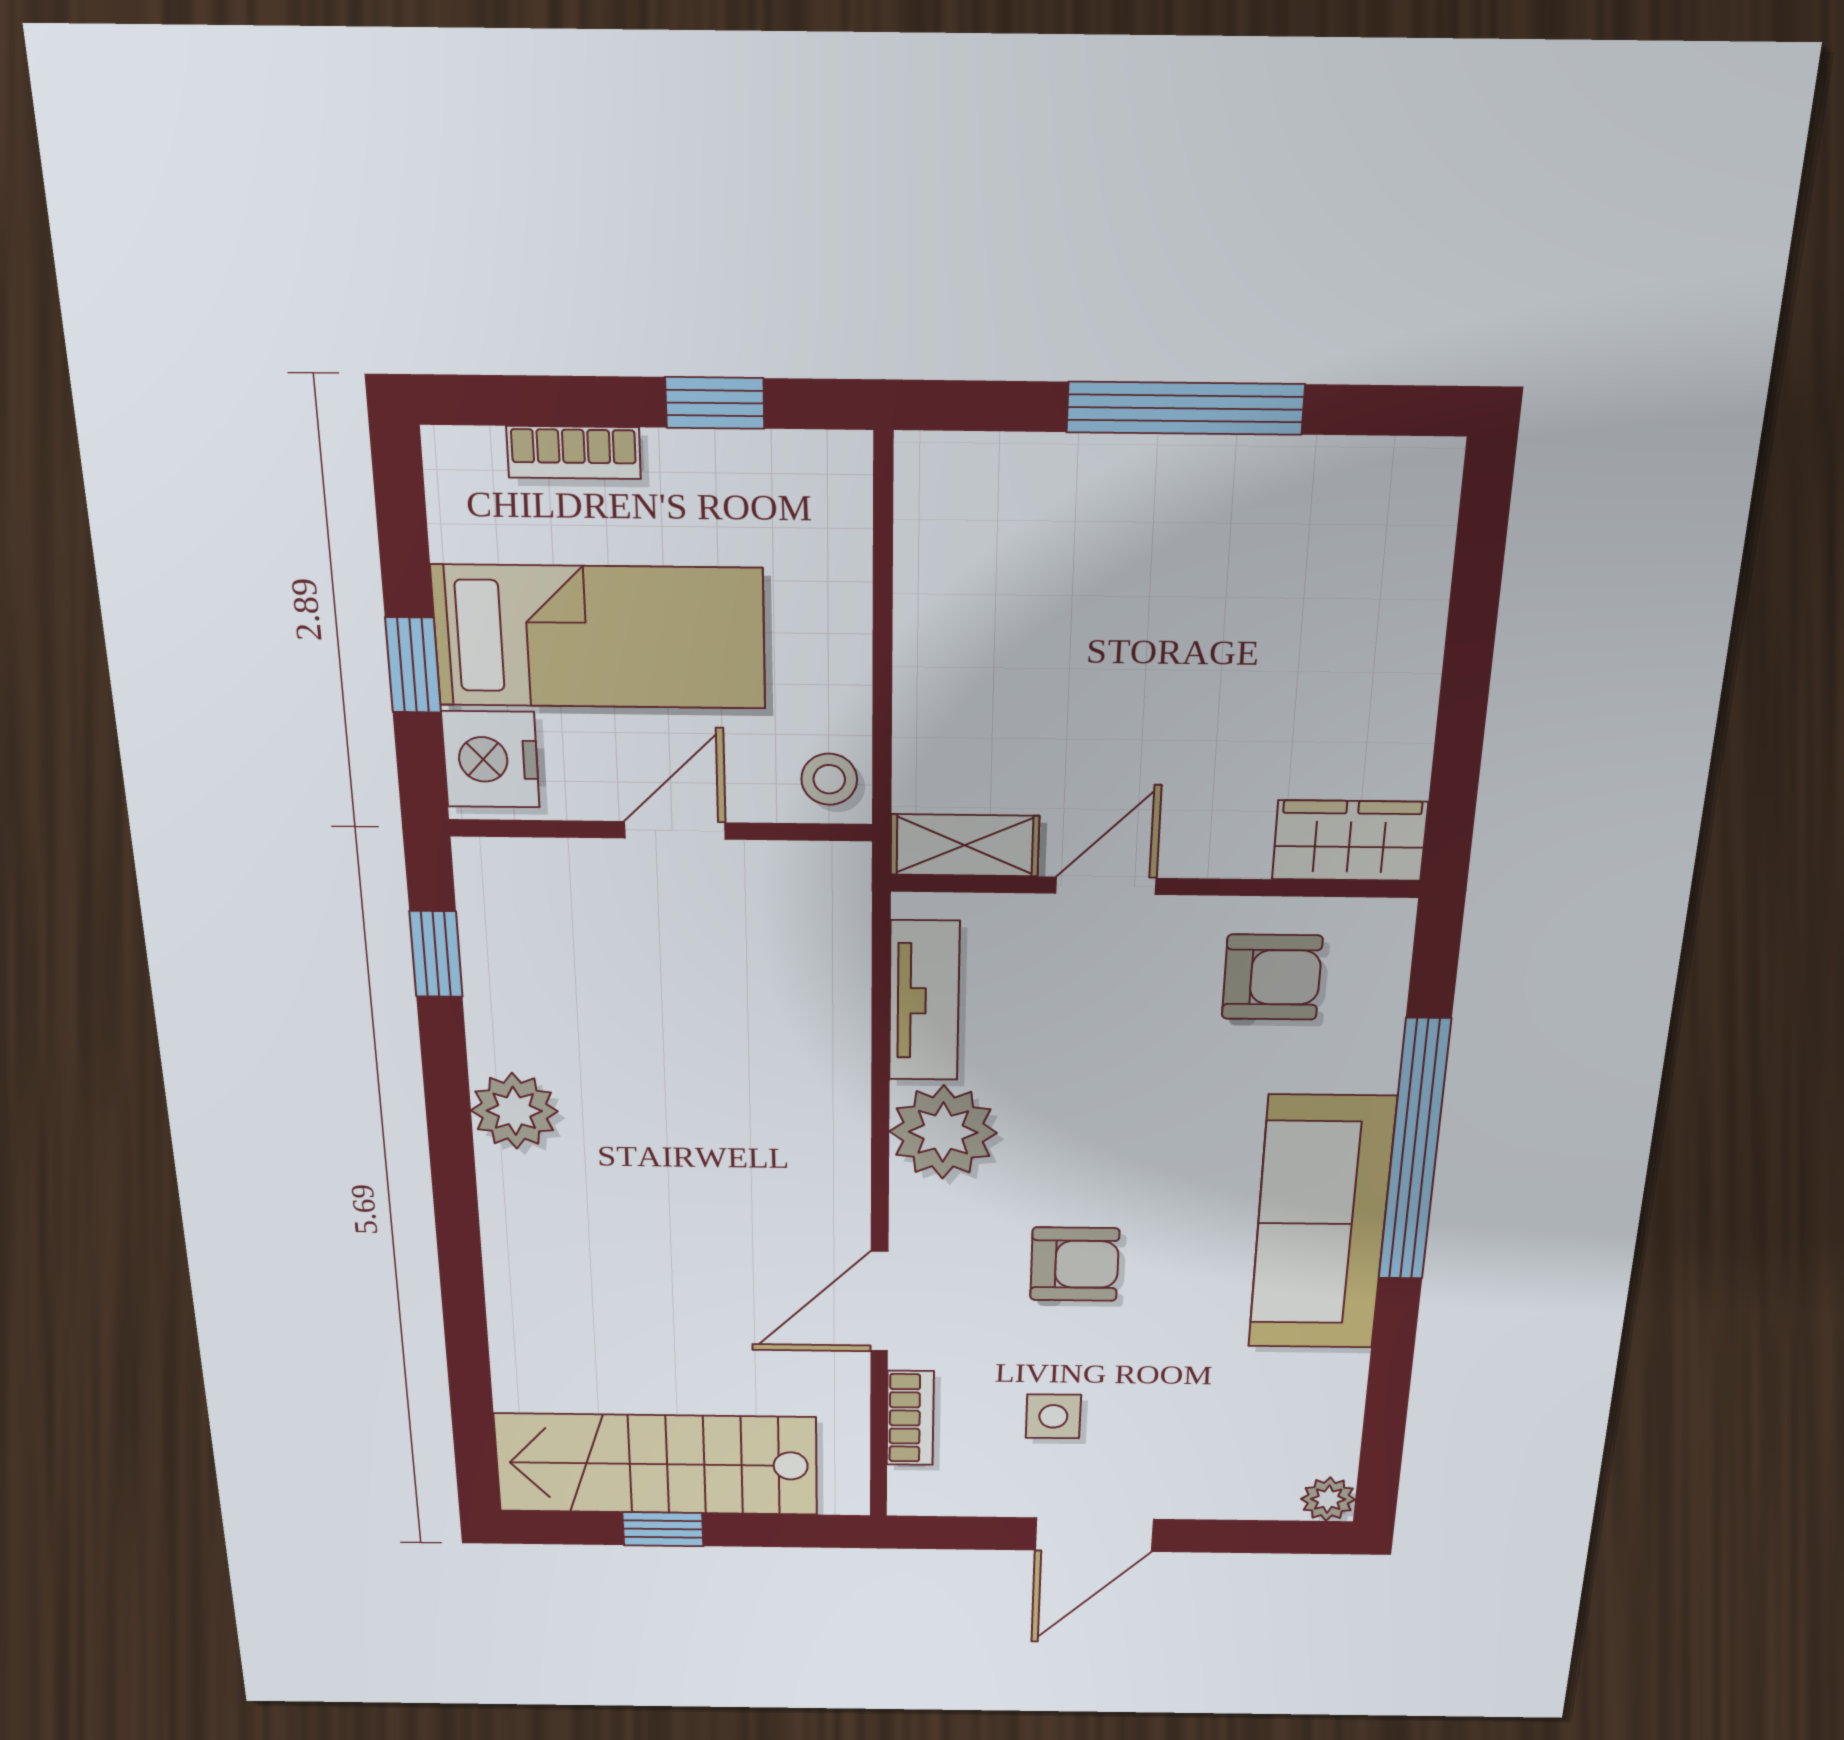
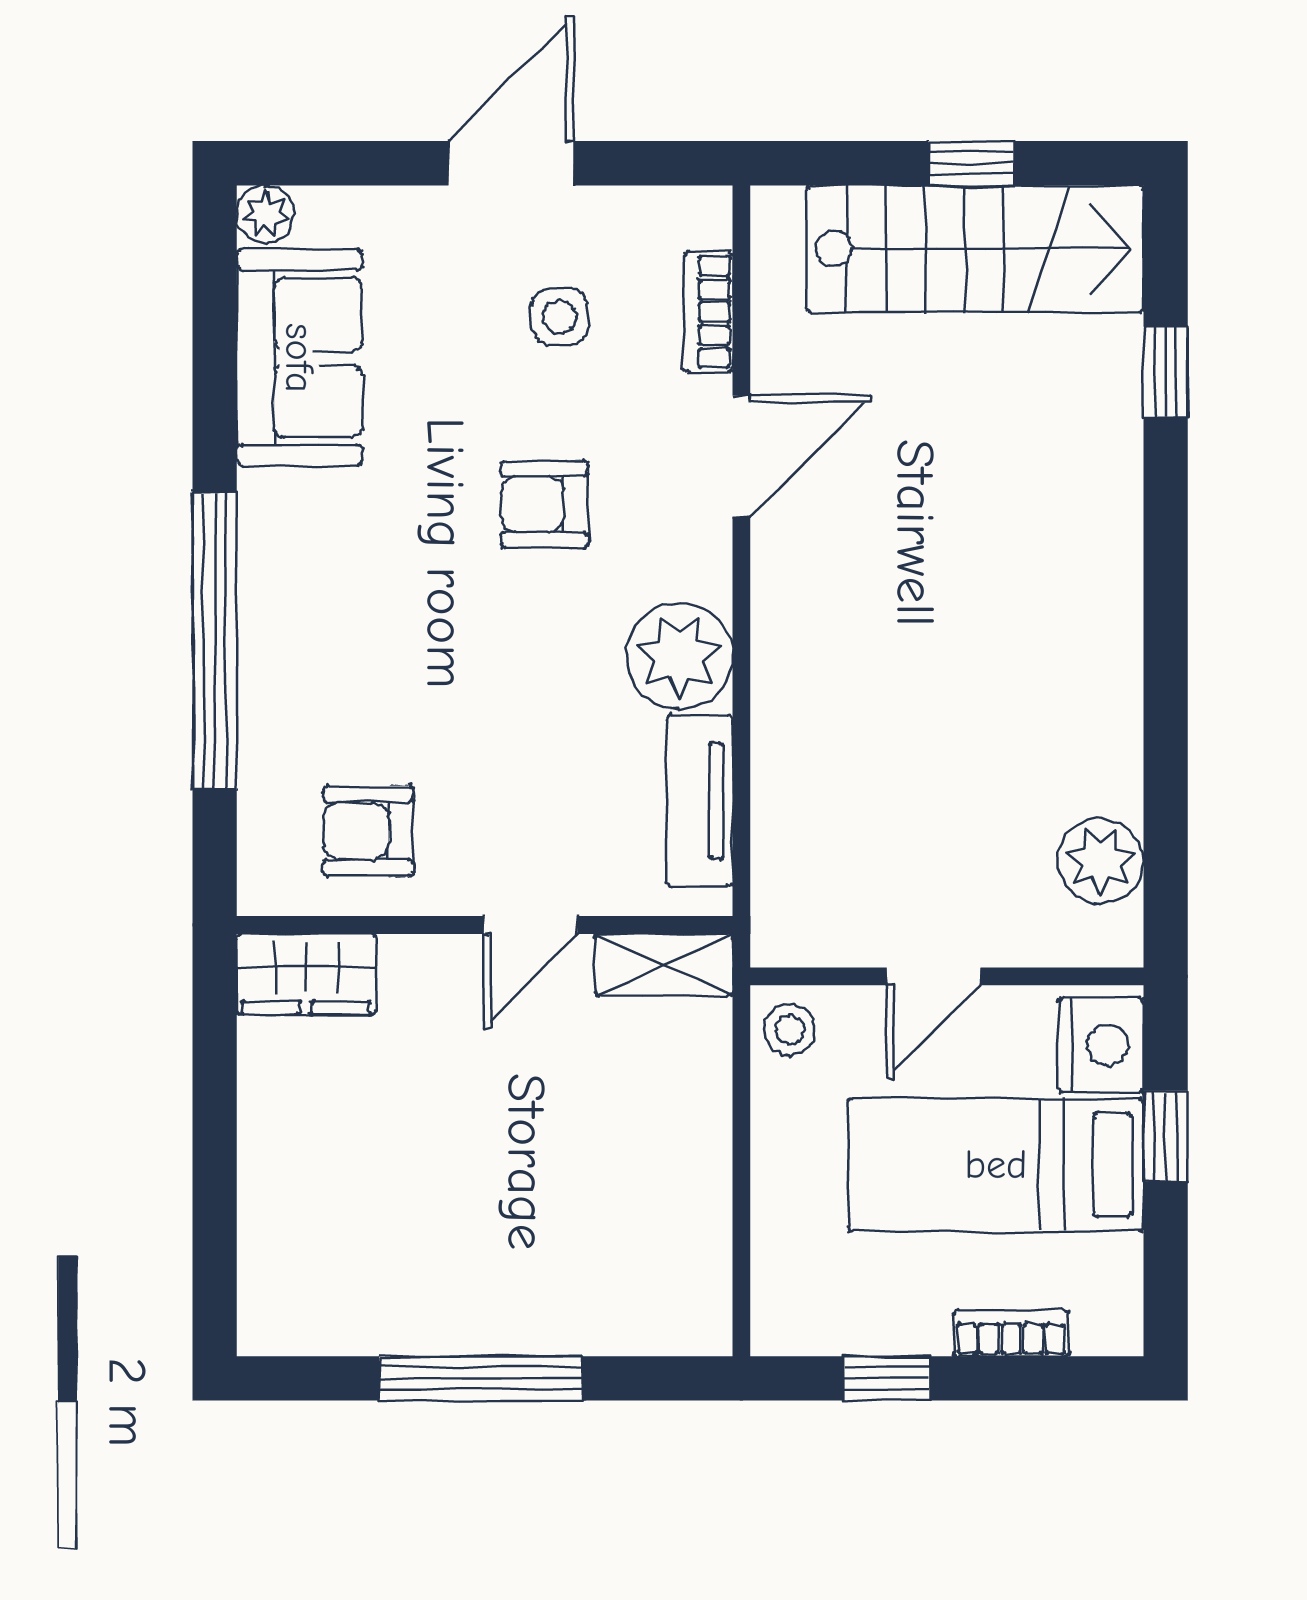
window: (436, 954) -> (1166, 372), moved
plant: (514, 1111) -> (1101, 861), moved
sofa: (1321, 1224) -> (299, 358), moved, width x0.73

